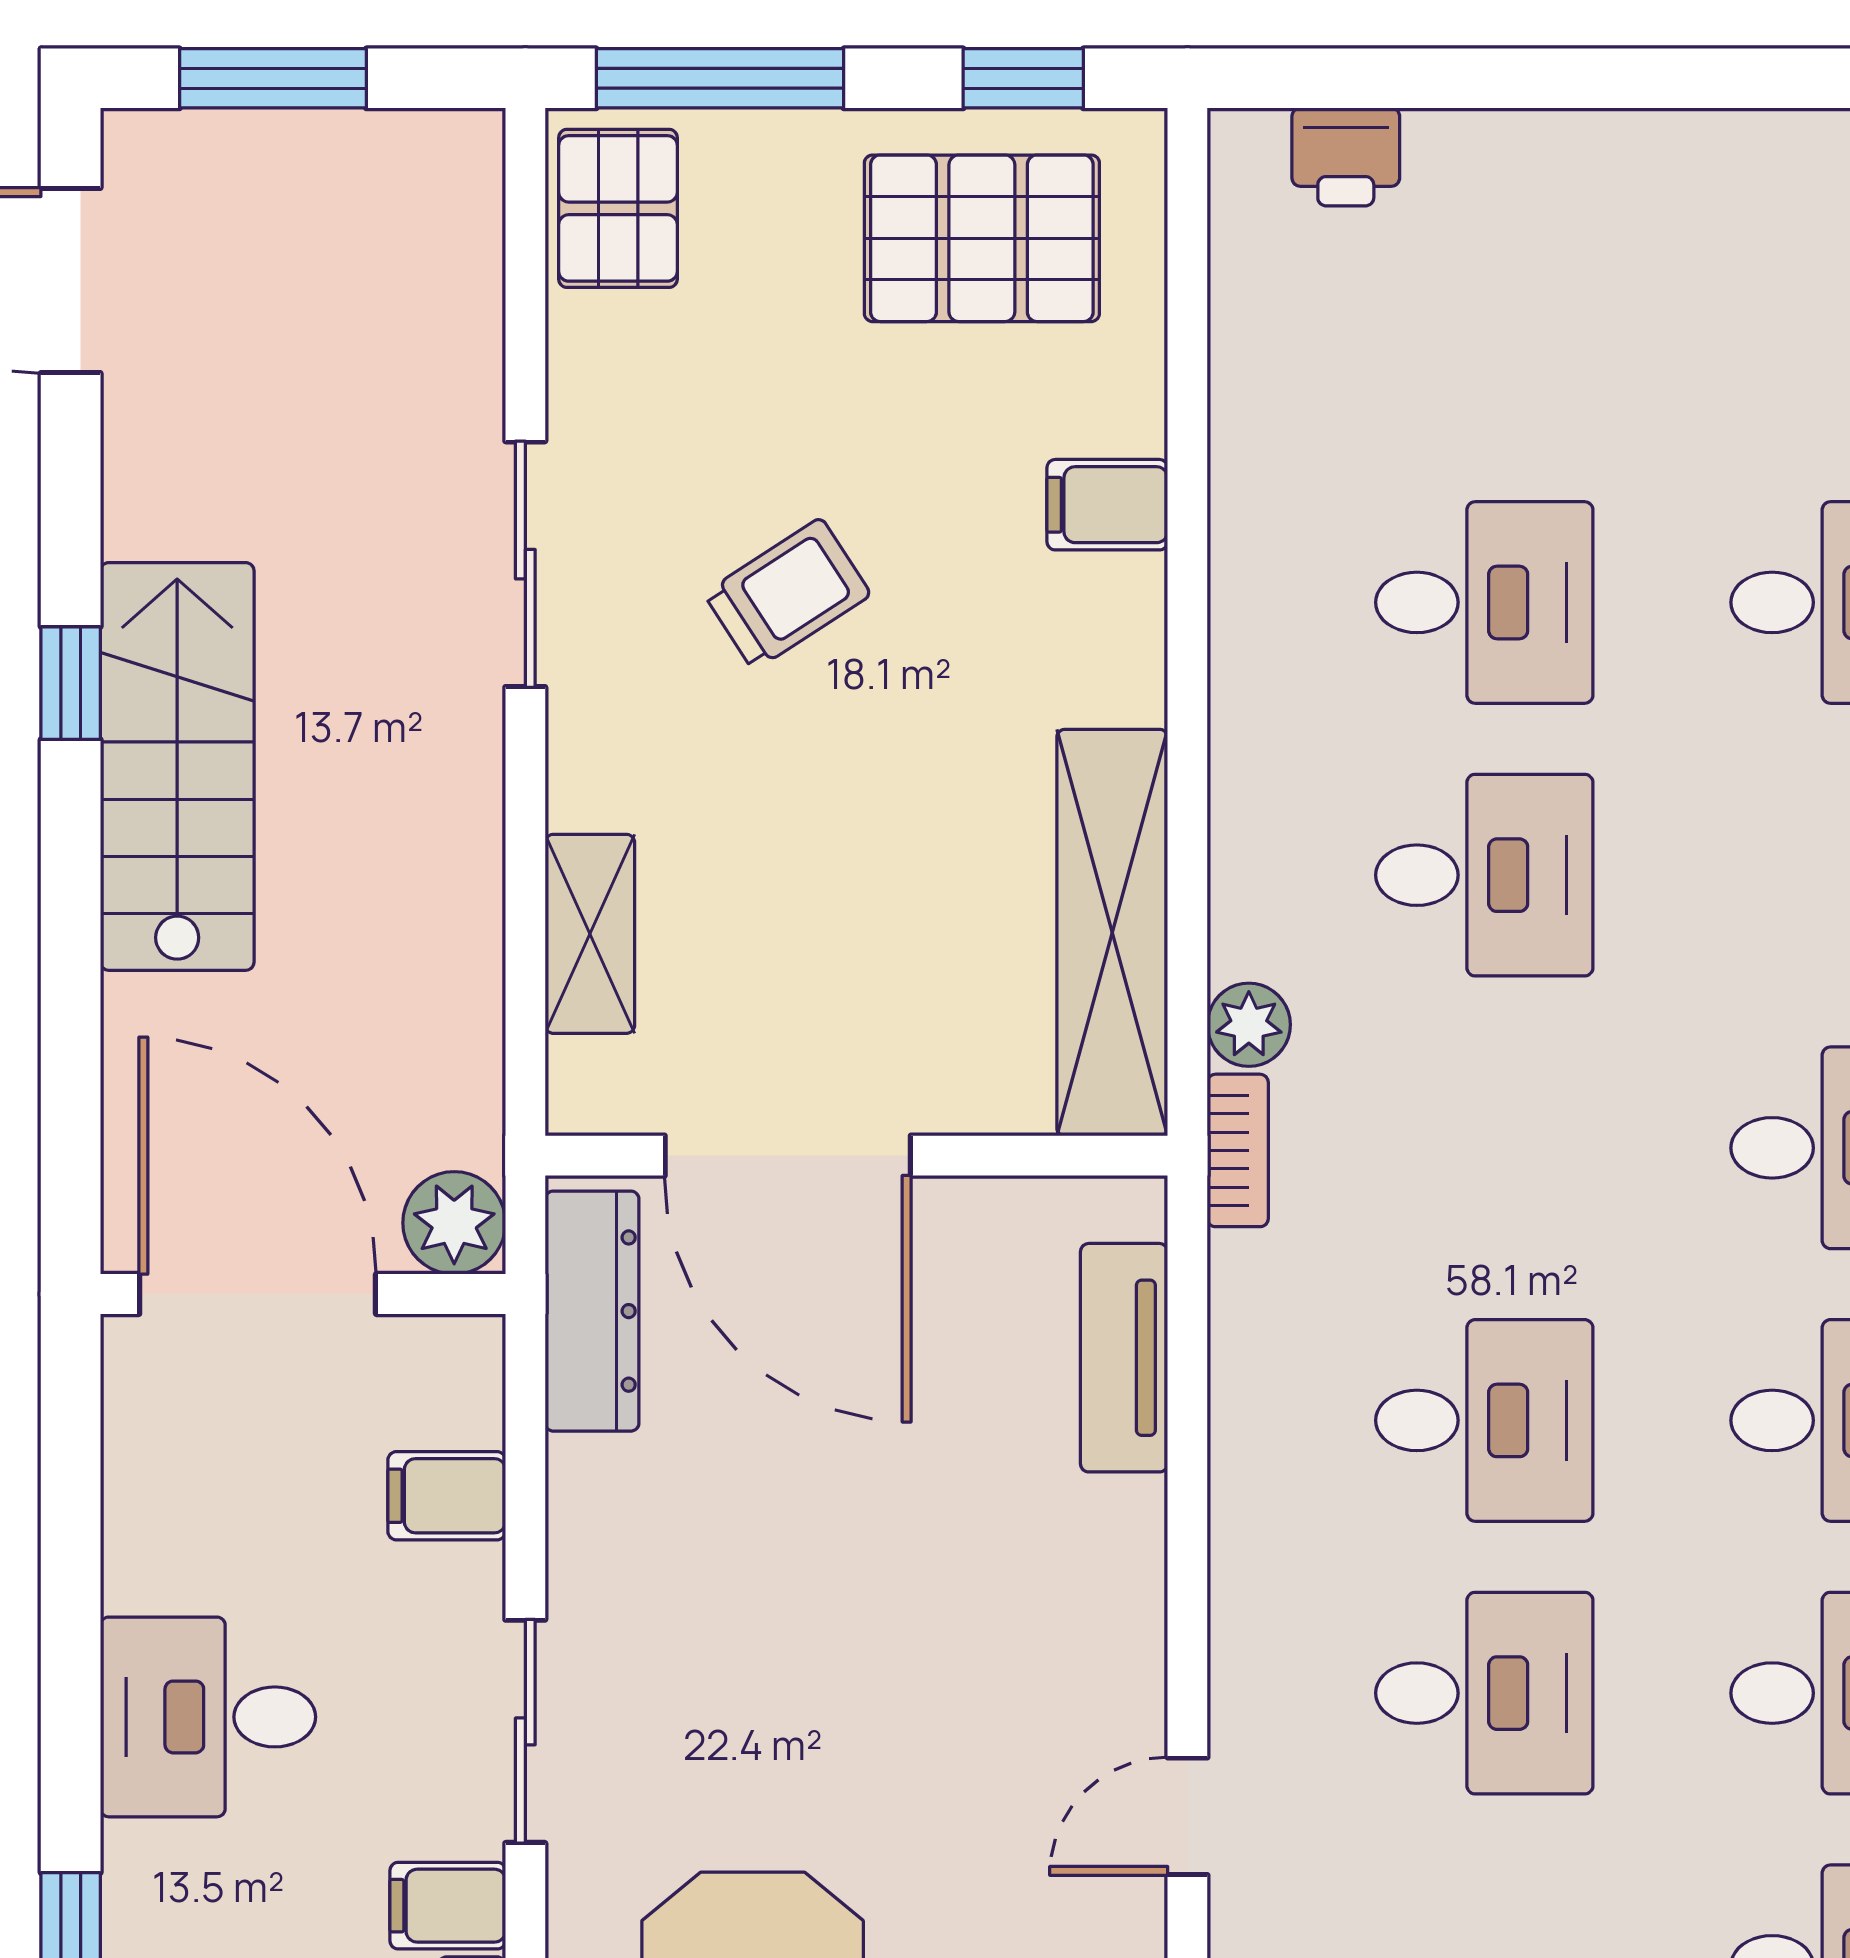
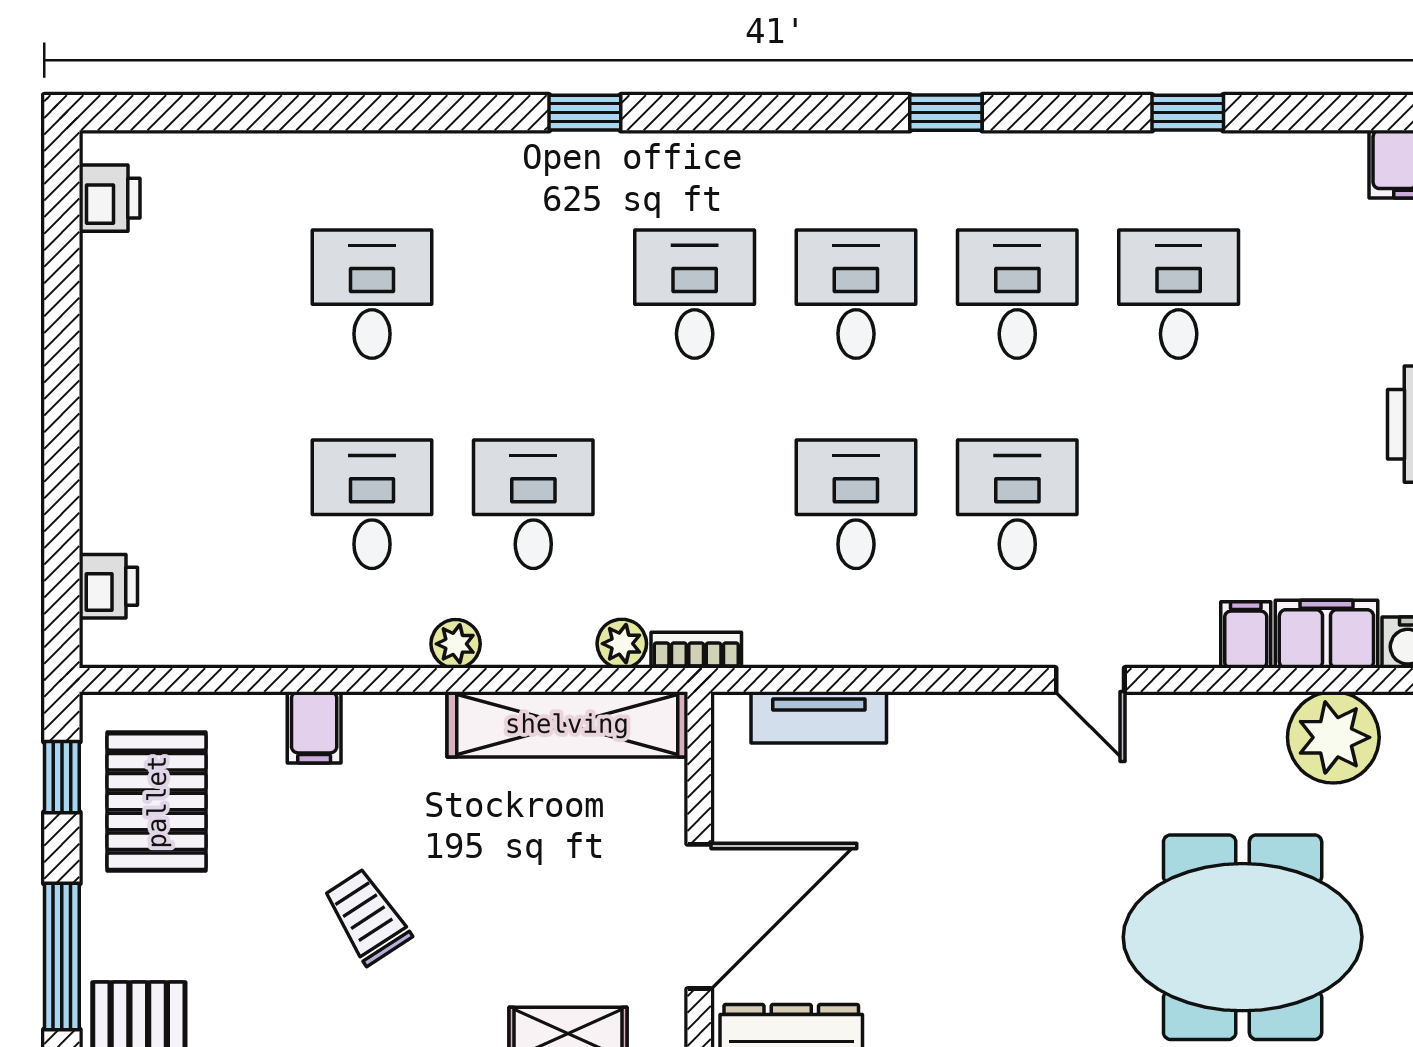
plant: (1249, 744) -> (456, 644), added

